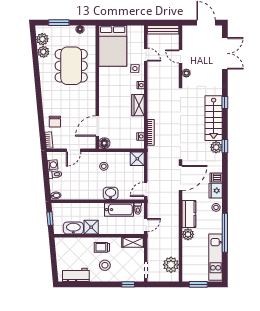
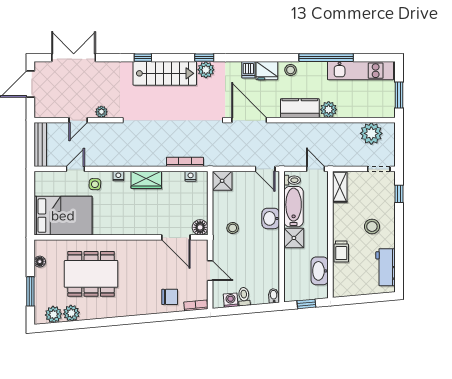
shower: (91, 227) -> (294, 238), moved
trolley: (102, 247) -> (341, 252), moved

